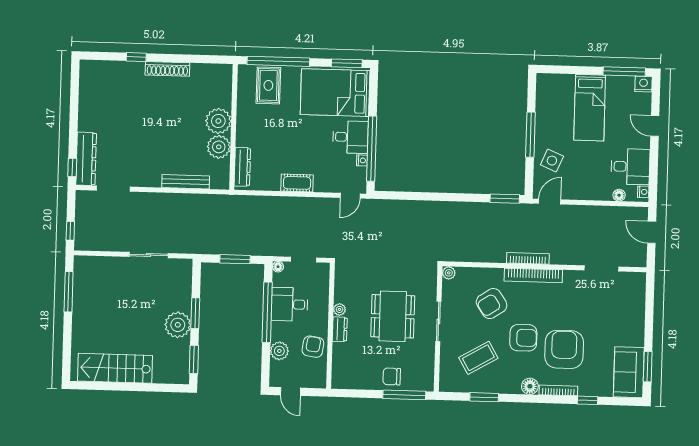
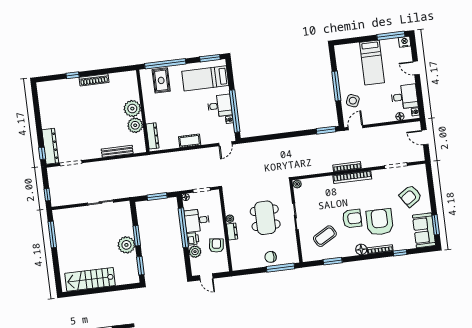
bed: (335, 93) -> (205, 78), width x0.67
armchair: (492, 304) -> (410, 196), moved
printer: (279, 331) -> (193, 239), added

